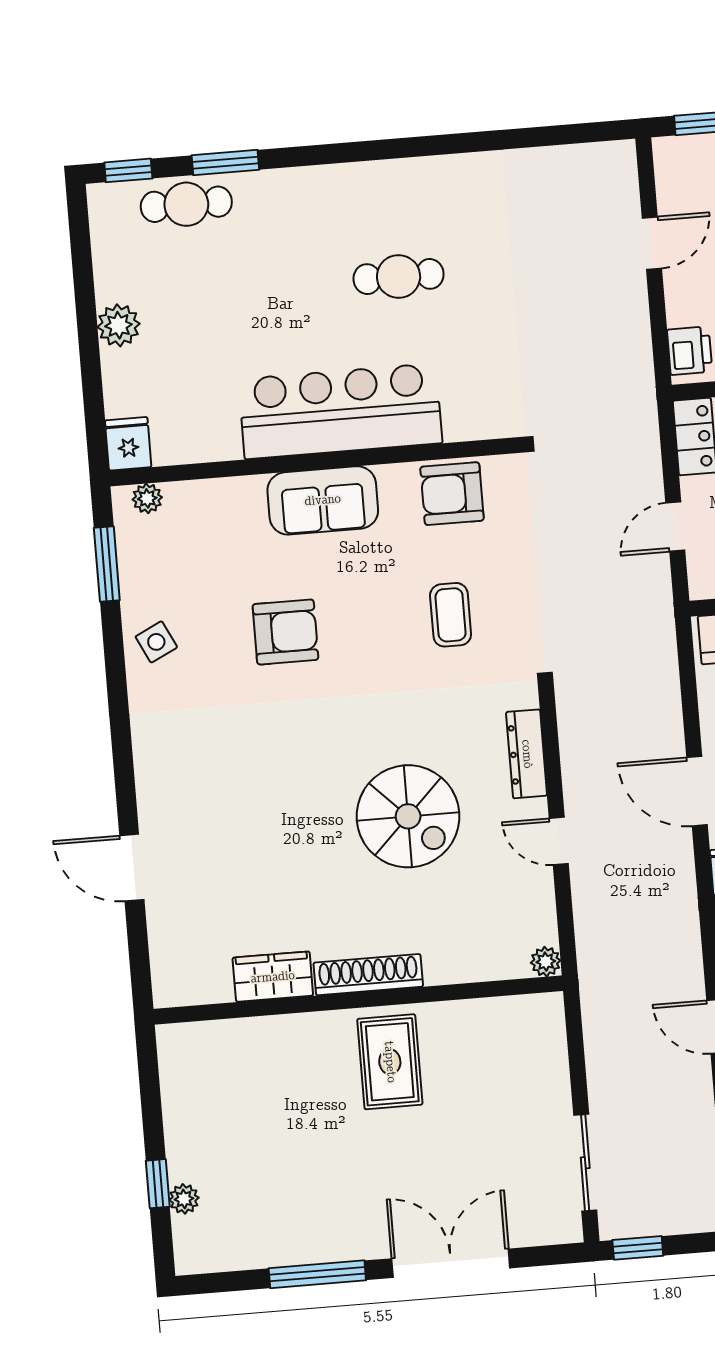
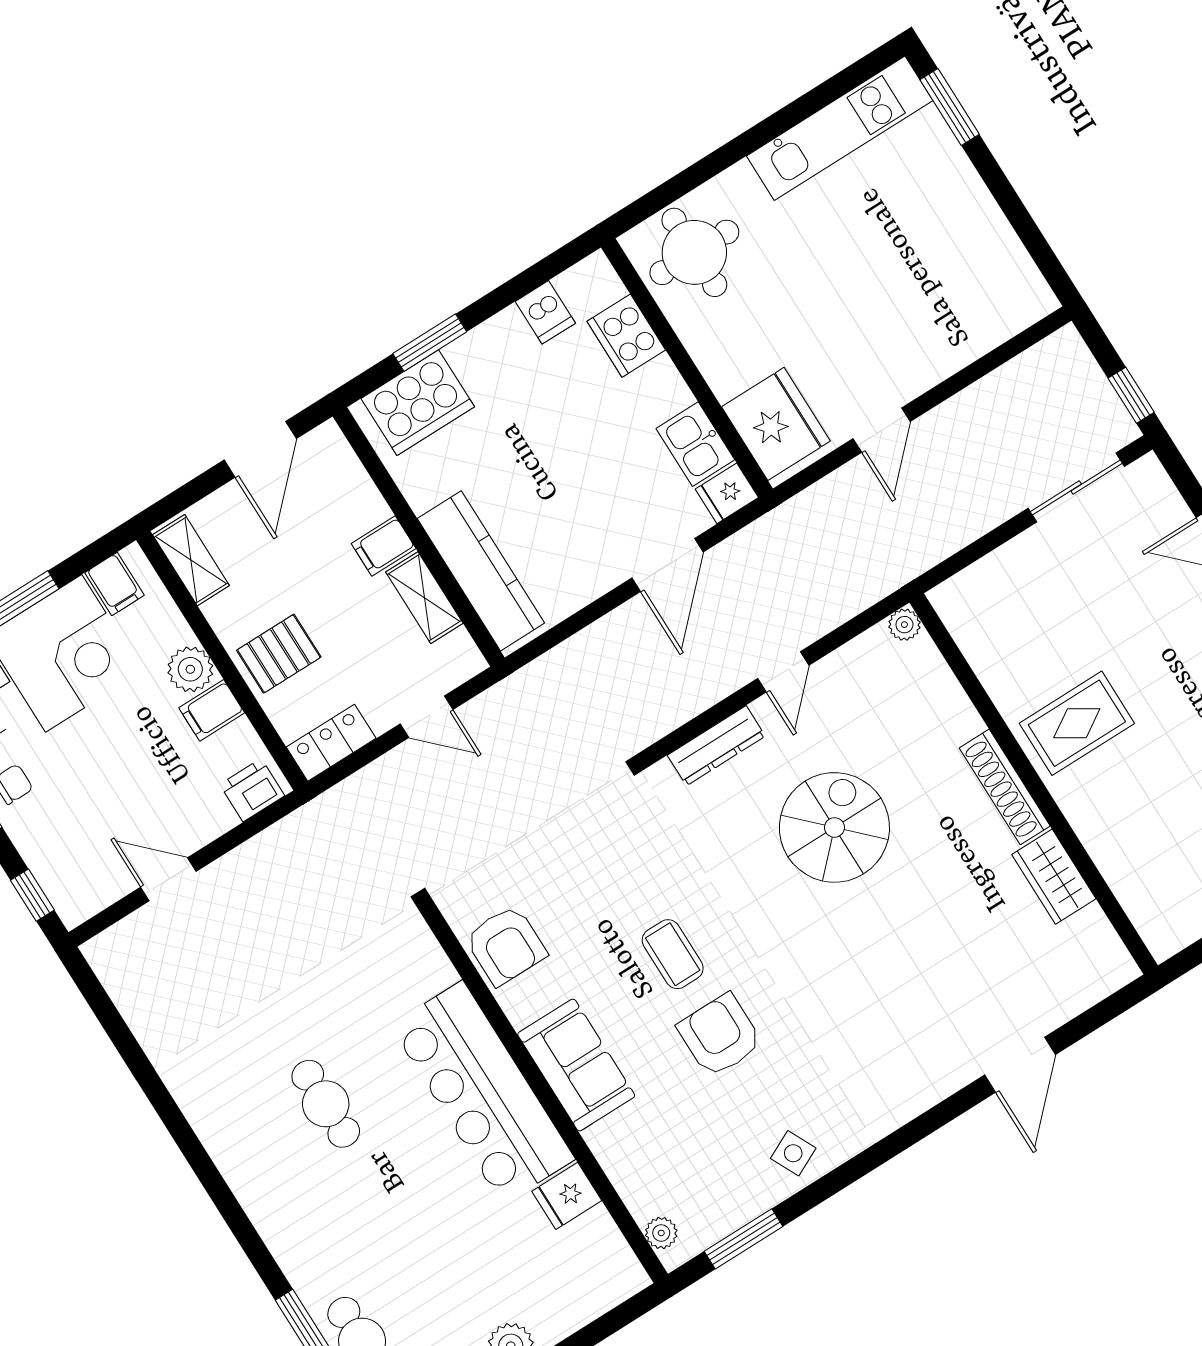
fridge: (128, 444) -> (567, 1196), moved
coffee table: (451, 615) -> (673, 954), moved, turned 90

